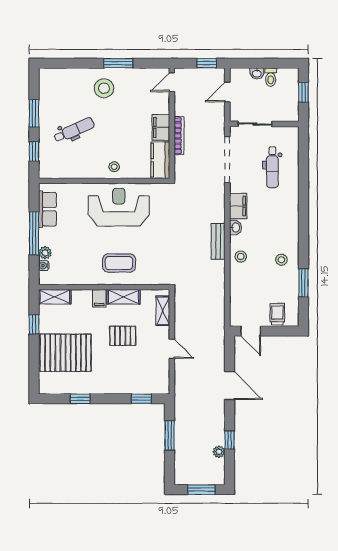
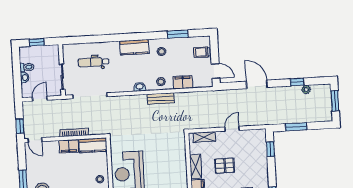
window: (207, 63) -> (20, 126), moved
door: (227, 92) -> (40, 99), swing flipped
dental chair: (272, 167) -> (93, 62), turned 180
filing cabinet: (238, 206) -> (183, 82), moved
kitchen counter: (289, 224) -> (134, 47), added
bench: (218, 241) -> (161, 98), moved
coffee table: (119, 263) -> (171, 171), removed
door: (251, 331) -> (216, 71), hinge flipped
pallet: (123, 336) -> (225, 166), turned 90
door: (230, 386) -> (257, 84), hinge flipped

